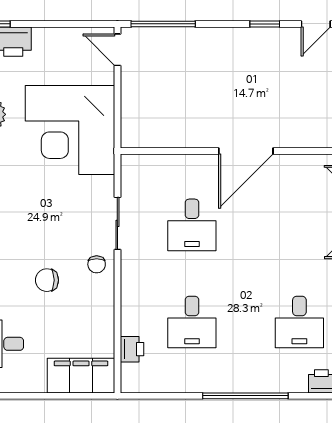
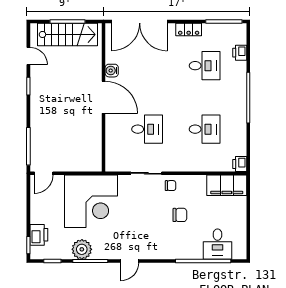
water cooler: (291, 165) -> (112, 71), added
chair: (47, 280) -> (180, 215), turned -90
printer: (132, 349) -> (240, 164), moved, turned -90
filing cabinet: (81, 376) -> (227, 185), moved, turned -90

